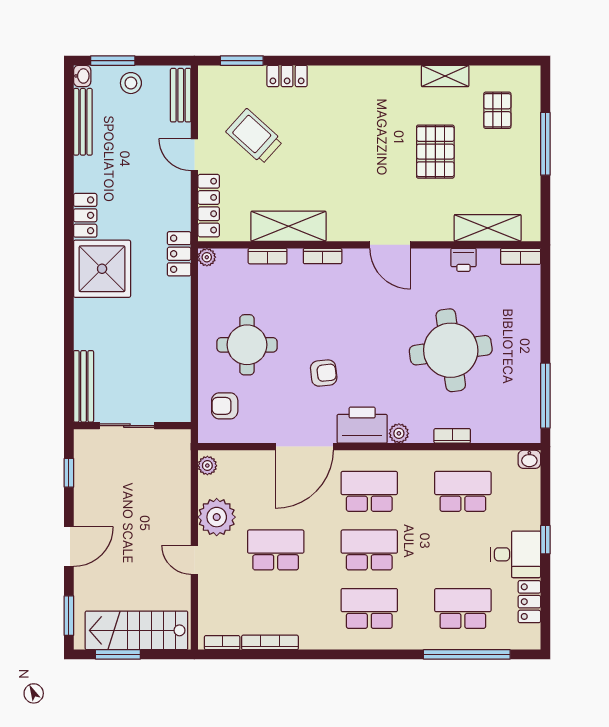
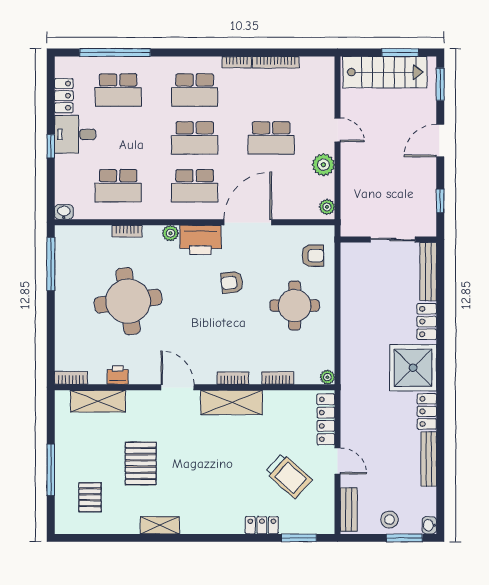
shelving: (445, 76) -> (160, 525), moved
bench: (83, 122) -> (429, 459), moved
shelving: (288, 226) -> (232, 402), moved
locker: (179, 254) -> (427, 321), moved, turned 180
plant: (217, 517) -> (323, 165), width x0.73, depth x0.73
bookcase: (222, 643) -> (237, 62), moved

